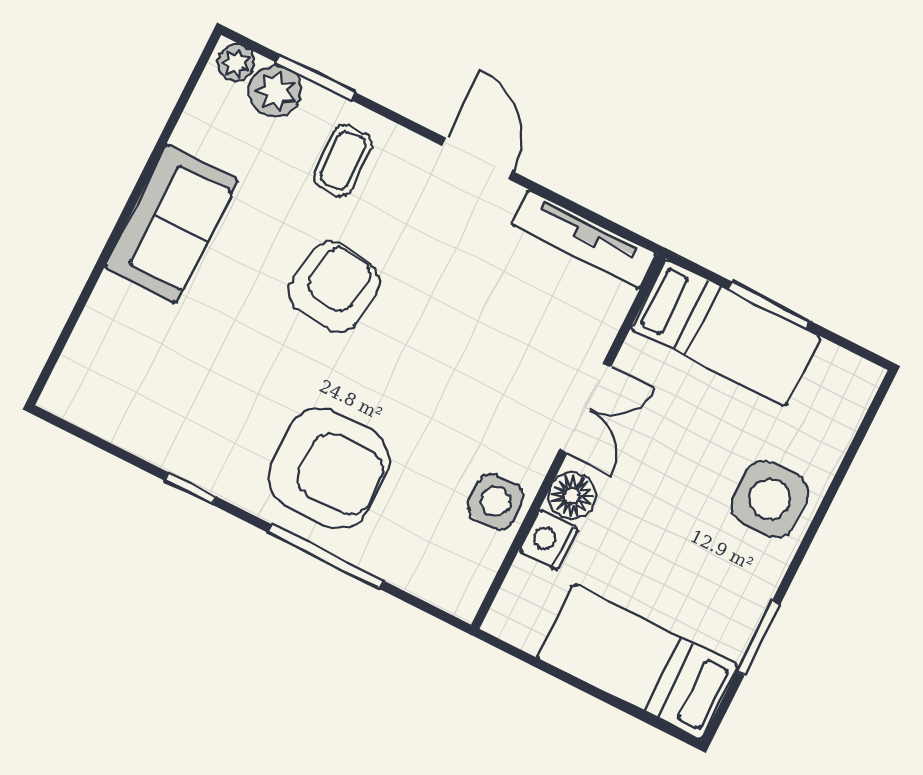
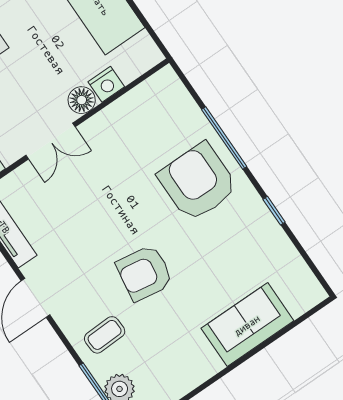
sofa: (171, 223) -> (247, 325), moved
double door: (585, 408) -> (50, 141), swing flipped
side table: (496, 501) -> (122, 119), removed

